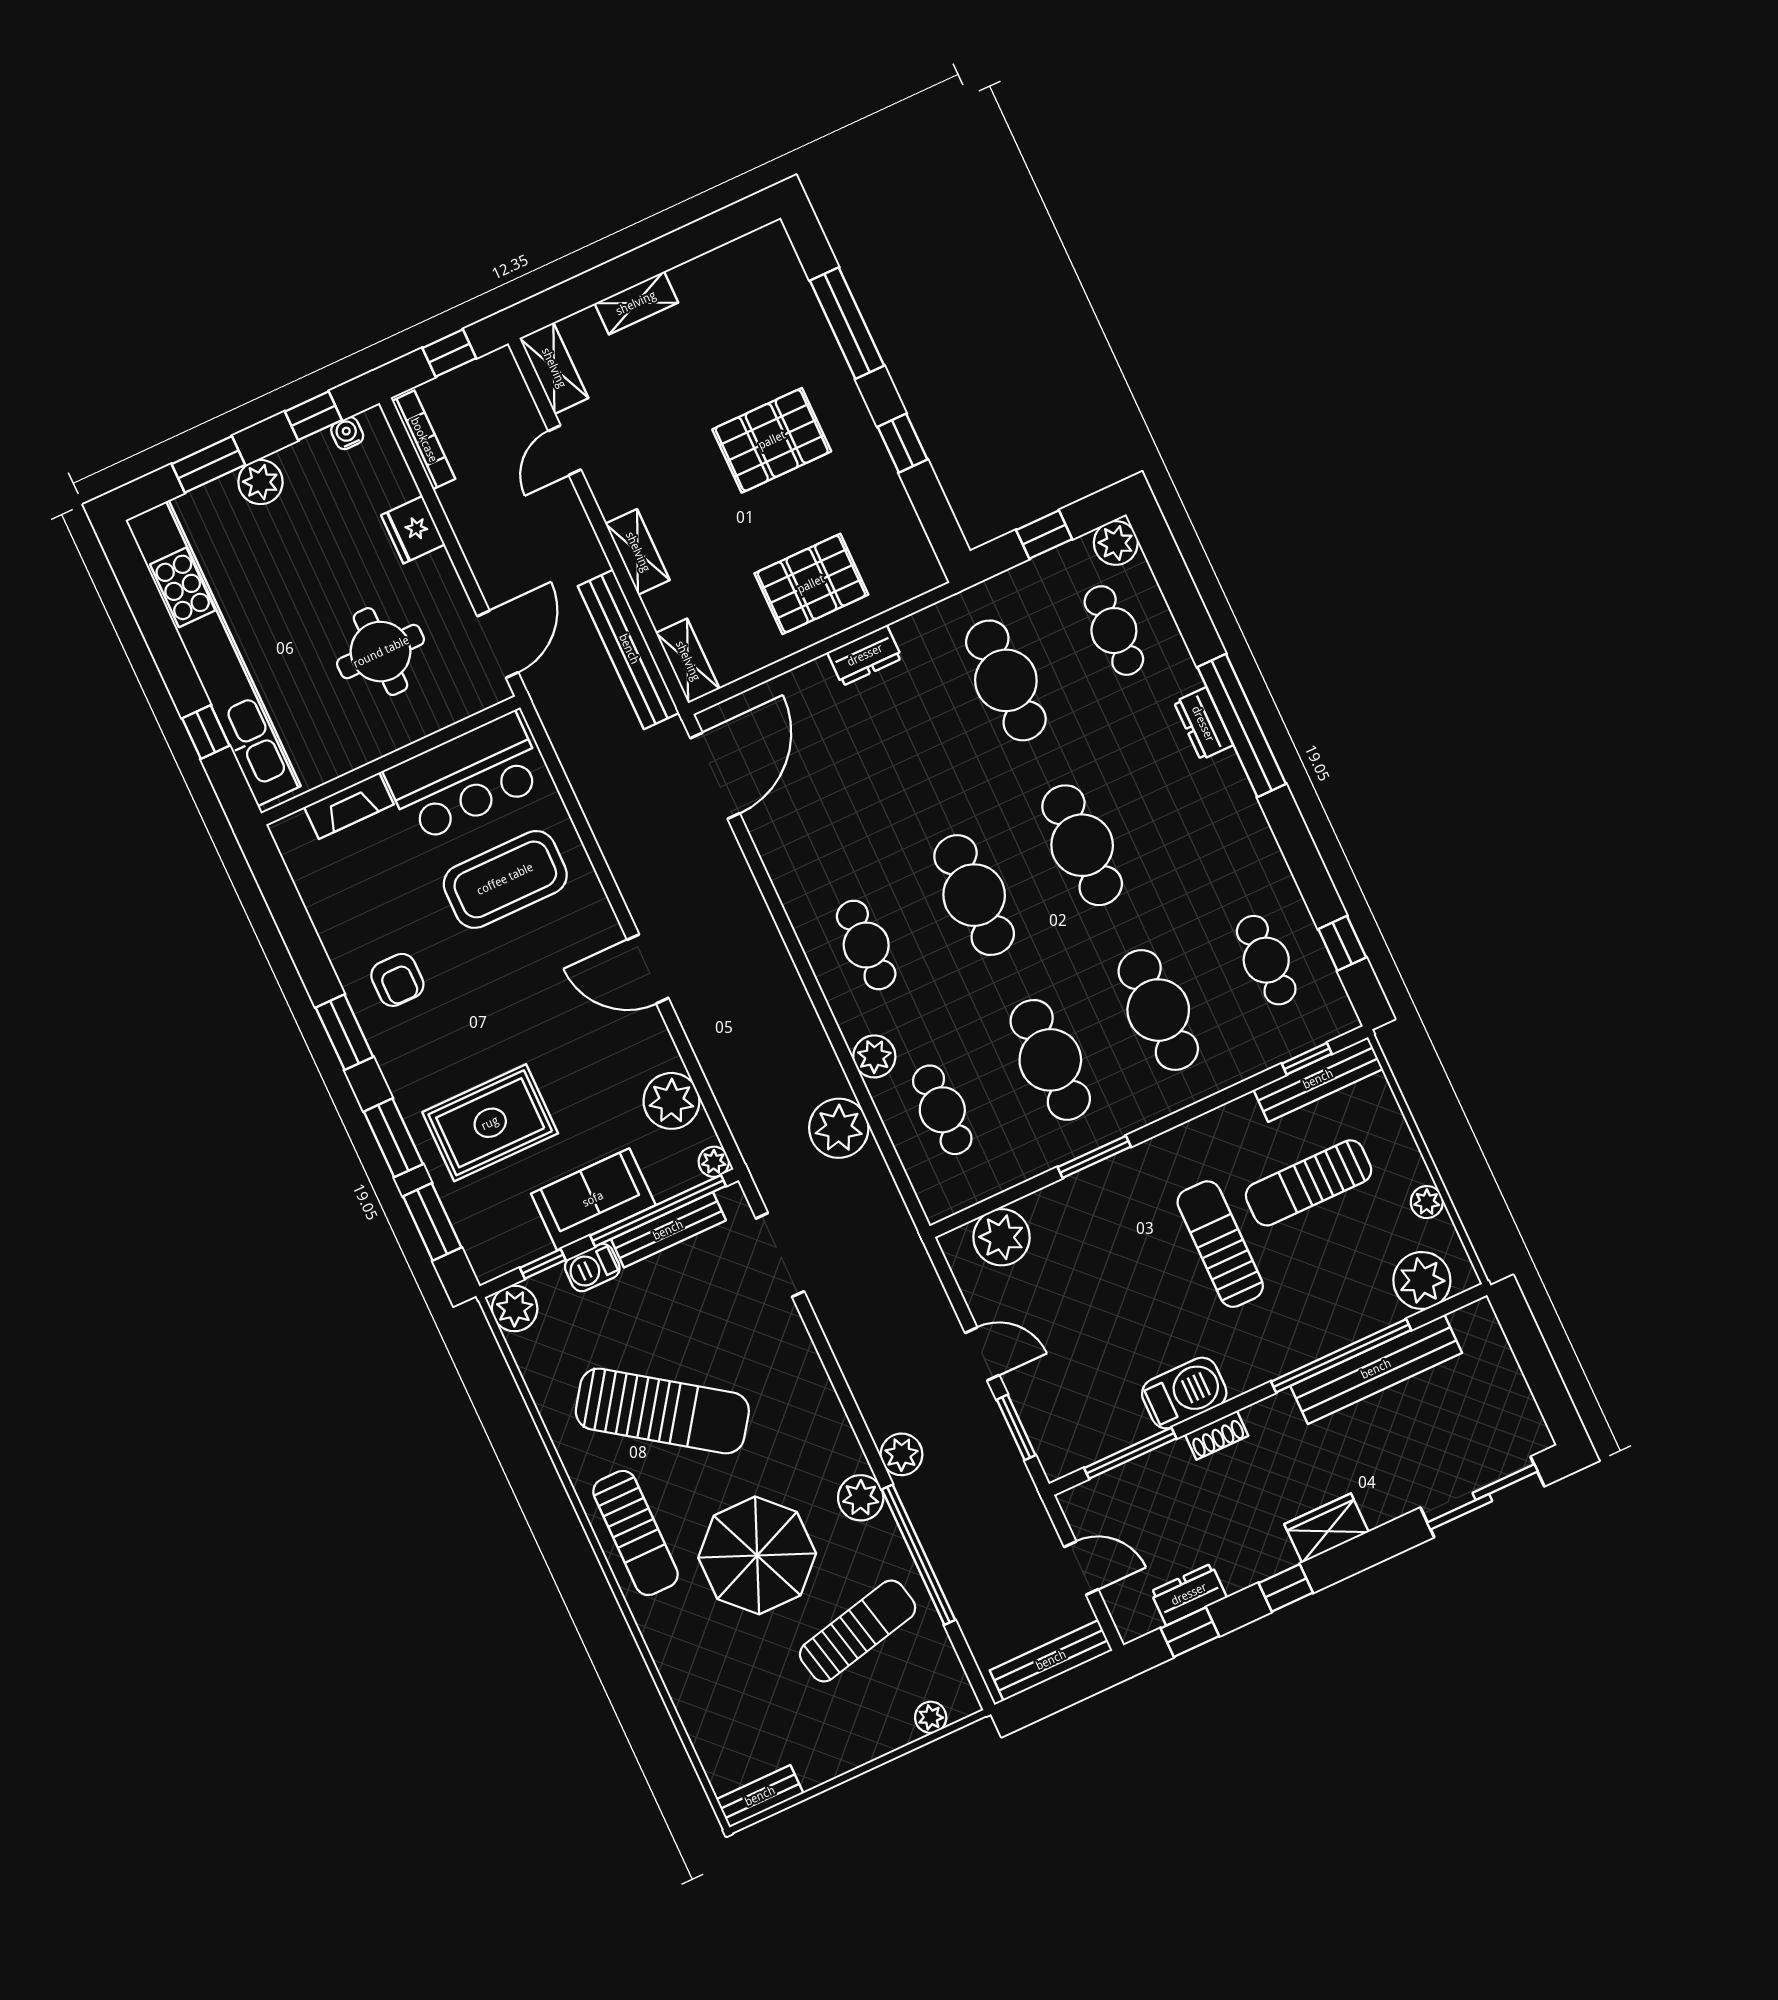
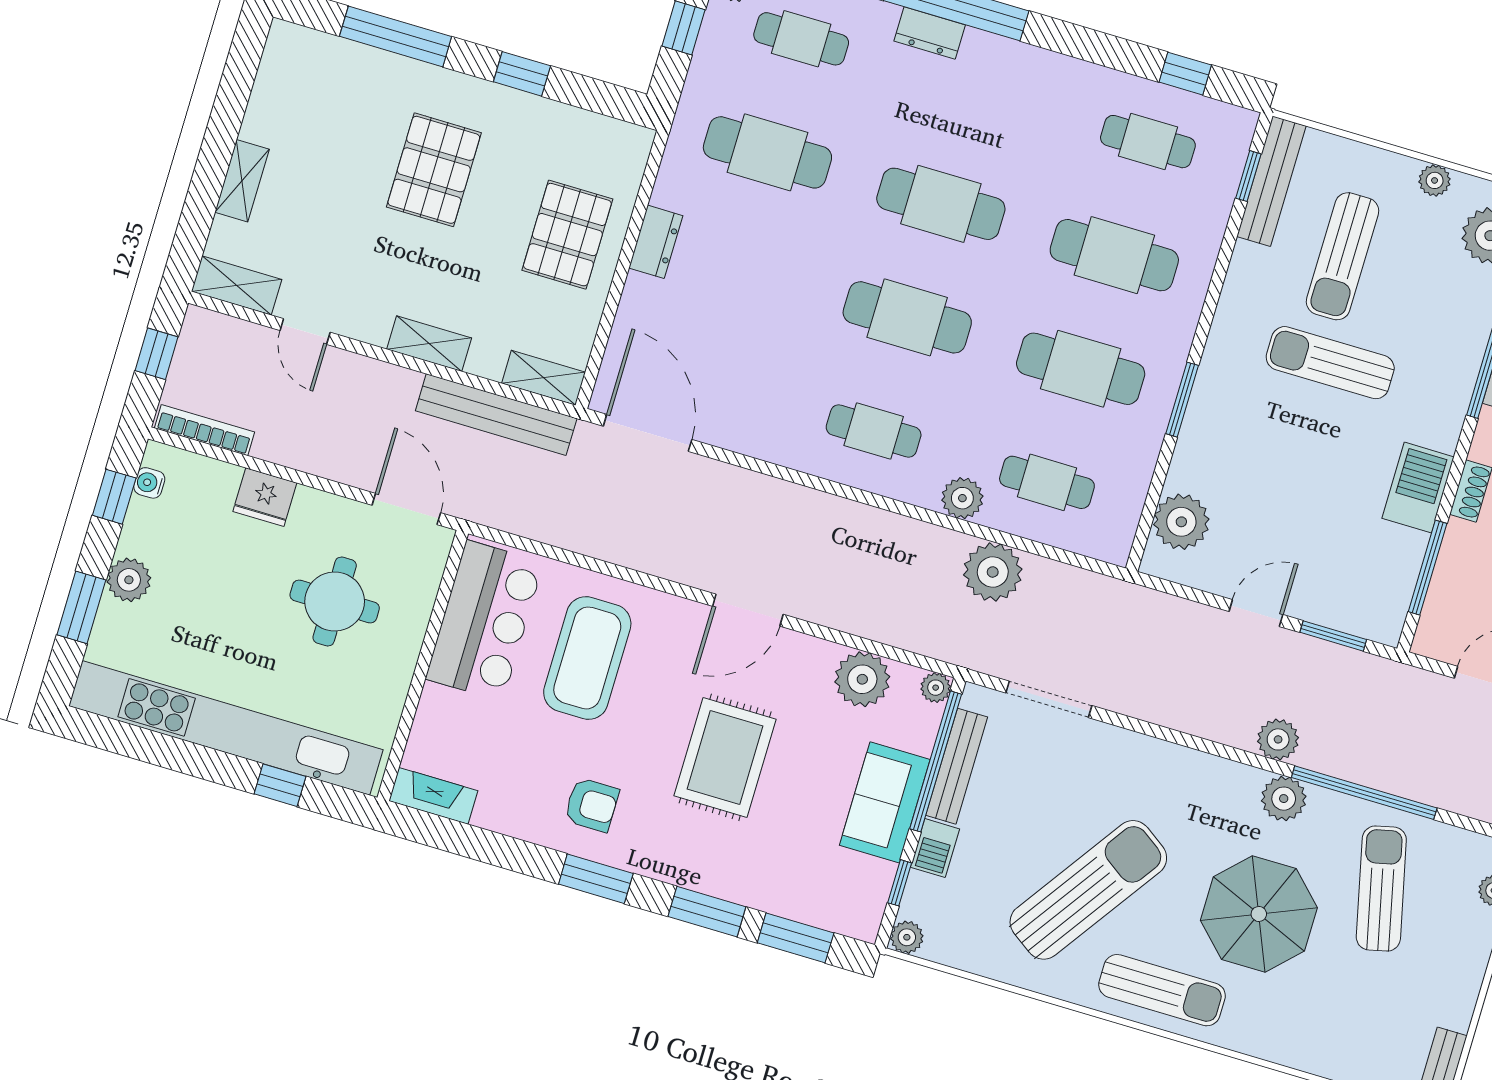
fireplace: (349, 806) -> (433, 796), moved, turned -90
rug: (490, 1123) -> (725, 758), moved
plant: (515, 1309) -> (907, 937), width x0.73, depth x0.73

